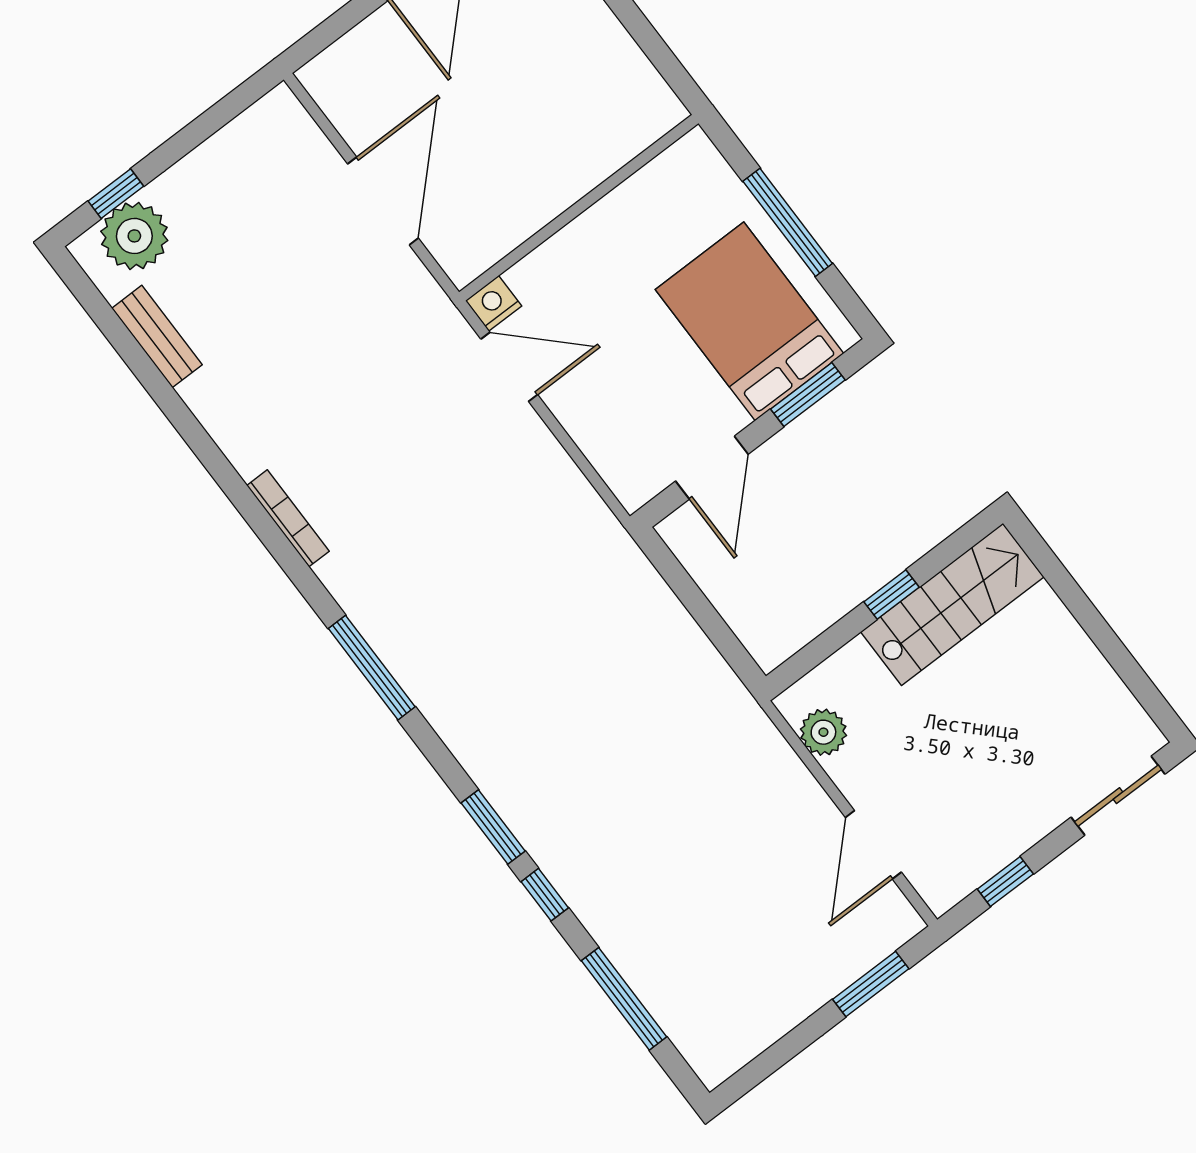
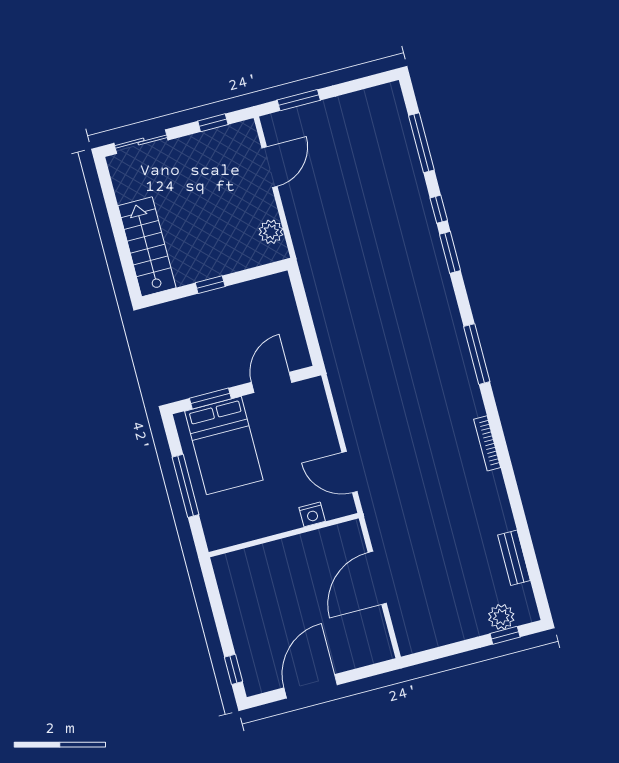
plant: (134, 236) -> (501, 617), width x0.73, depth x0.73
nightstand: (494, 303) -> (312, 514), moved
stairs: (952, 604) -> (147, 247), moved, turned 90

